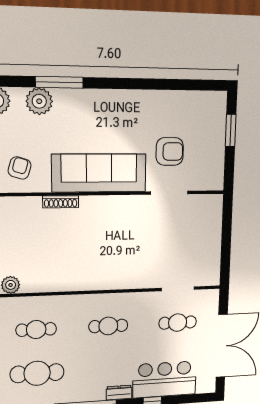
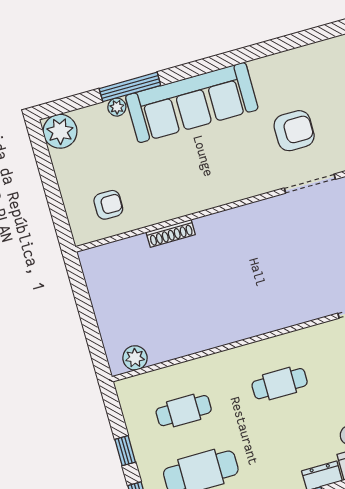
plant: (39, 101) -> (117, 107), width x0.53, depth x0.53
armchair: (20, 168) -> (108, 205), turned 73
sofa: (99, 173) -> (192, 103), moved, turned 180

